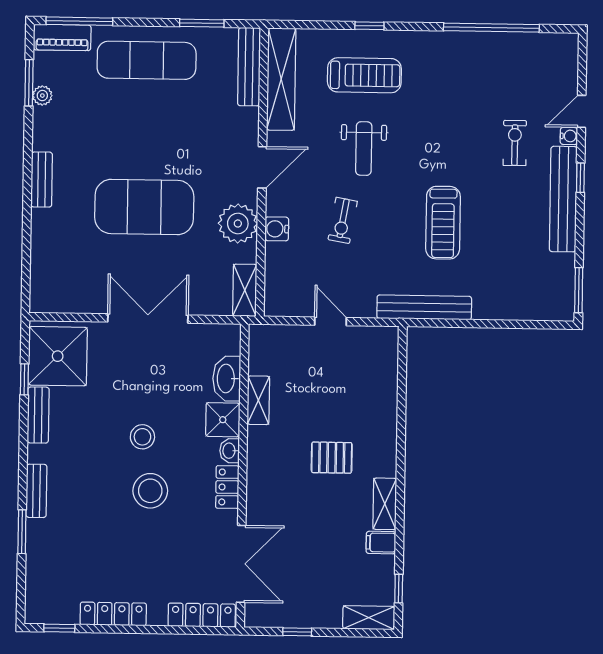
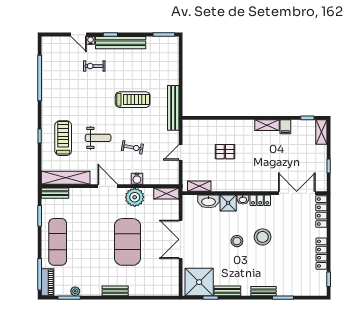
bench: (249, 67) -> (55, 193), width x0.73
shelving: (258, 400) -> (199, 186), moved
pallet: (332, 458) -> (225, 152), moved, turned 90

